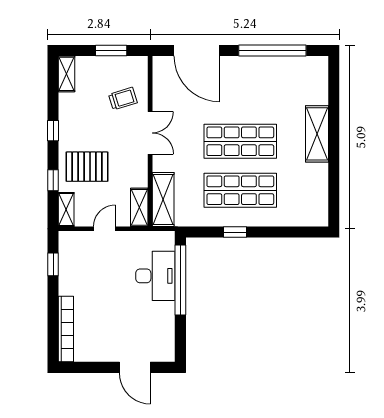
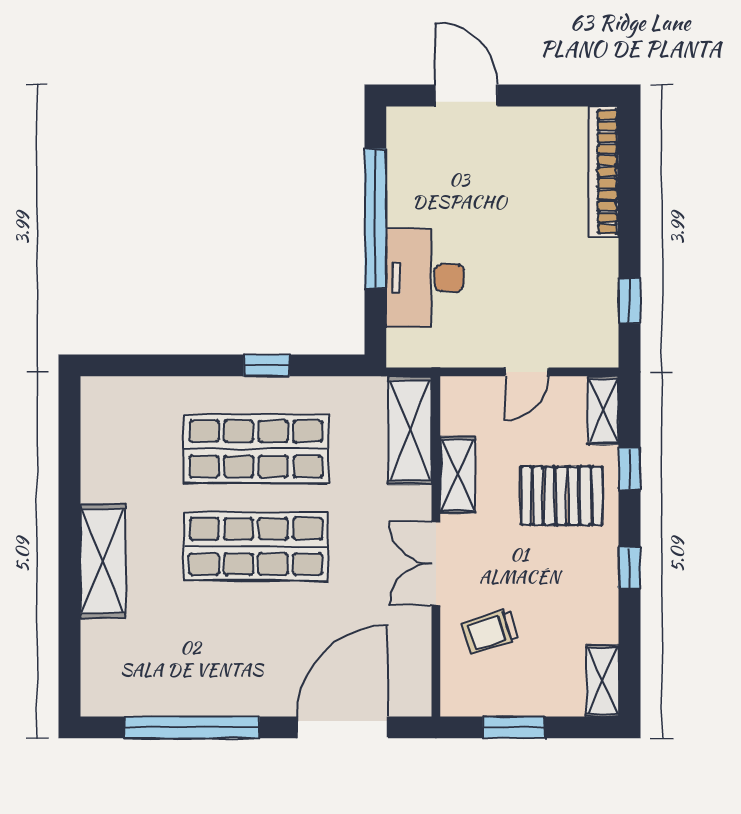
door: (197, 51) -> (343, 727), hinge flipped
shelving: (139, 207) -> (457, 475), moved
window: (180, 280) -> (375, 218), moved

